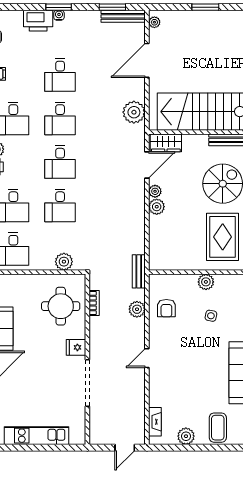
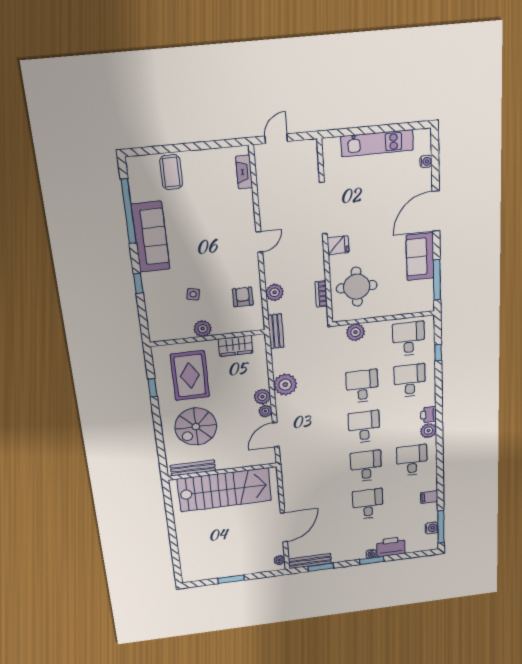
plant: (134, 112) -> (285, 385), moved
wardrobe: (166, 143) -> (236, 346), moved, turned 180
plant: (186, 436) -> (207, 159), removed

